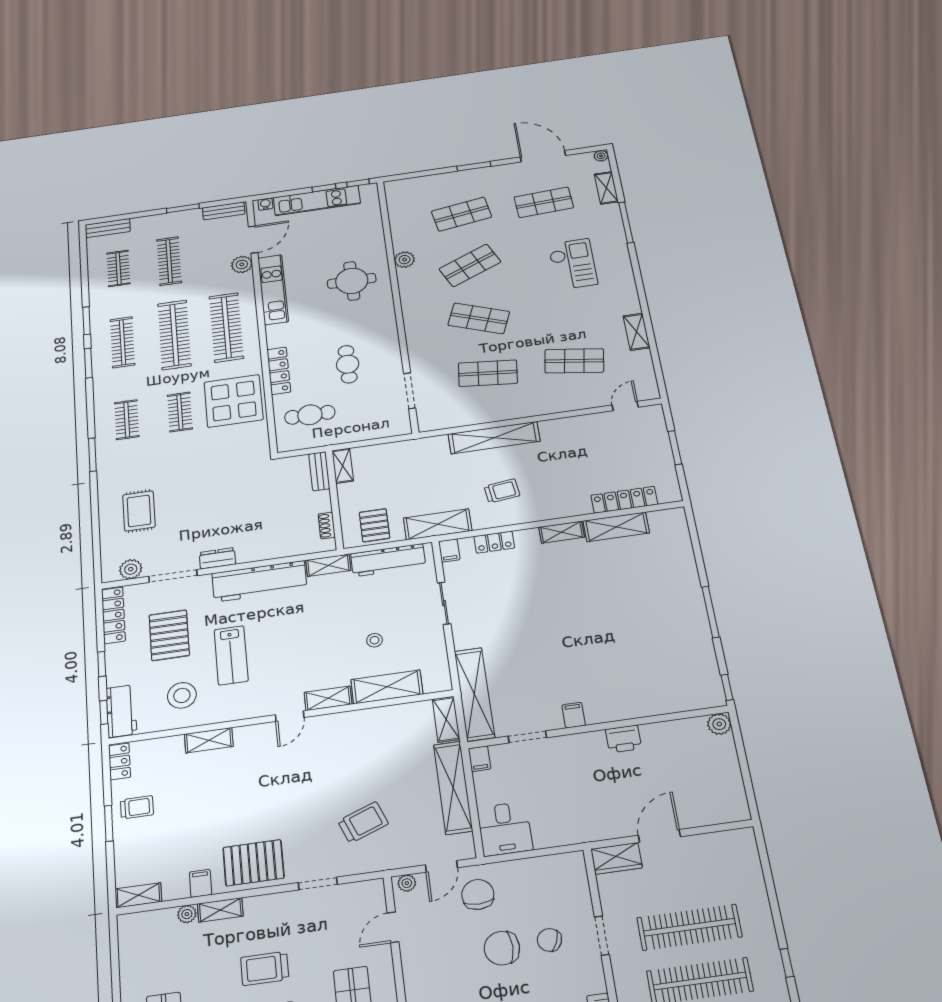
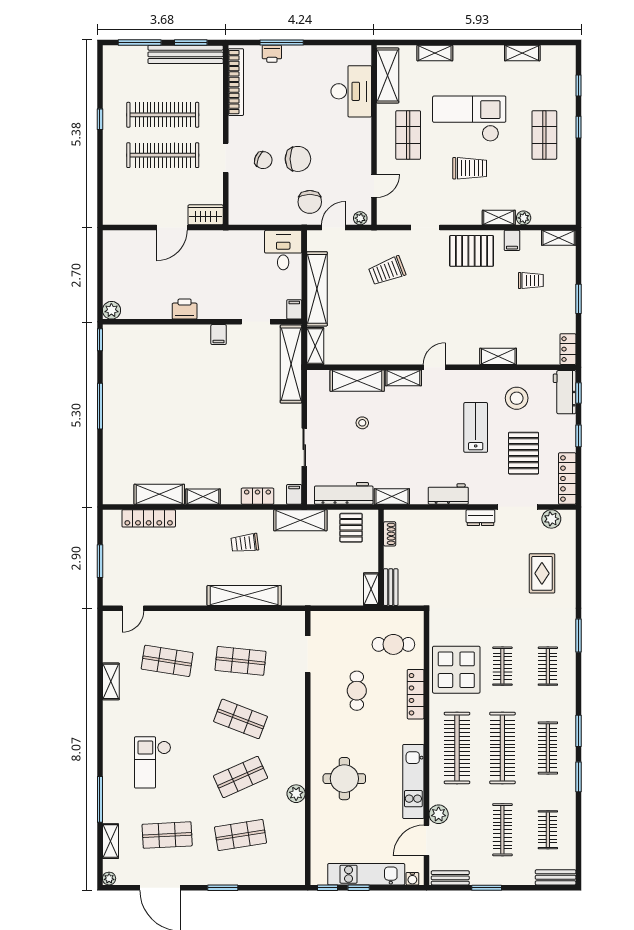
workbench: (259, 581) -> (448, 494), width x0.53, depth x0.76
trolley: (137, 807) -> (531, 281), moved, turned 180

